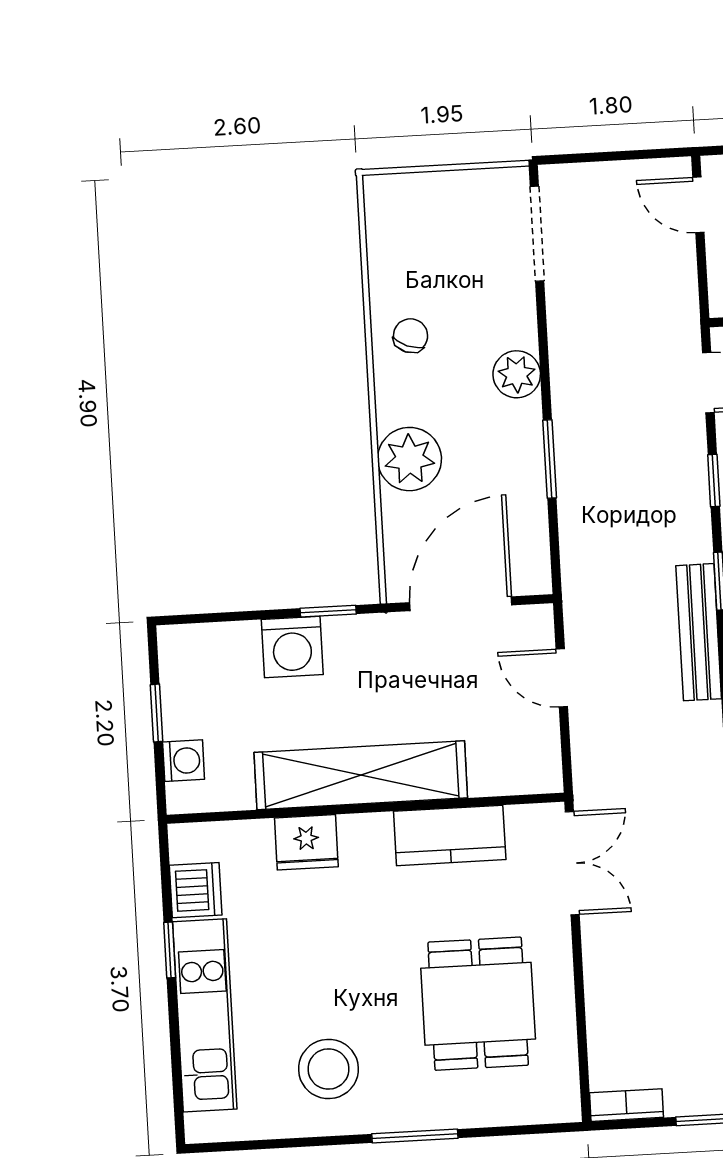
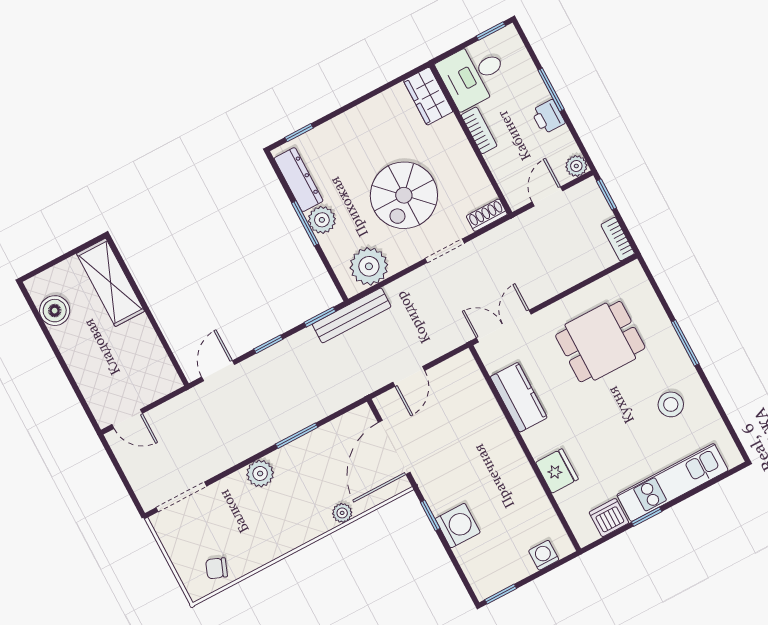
door: (698, 205) -> (127, 419), hinge flipped
chair: (411, 336) -> (216, 568), moved
plant: (409, 459) -> (342, 513), width x0.53, depth x0.53
door: (461, 604) -> (394, 447), hinge flipped
window: (156, 713) -> (501, 594), moved
shelving: (361, 775) -> (509, 459), removed
stool: (328, 1069) -> (671, 404), width x0.73, depth x0.73

